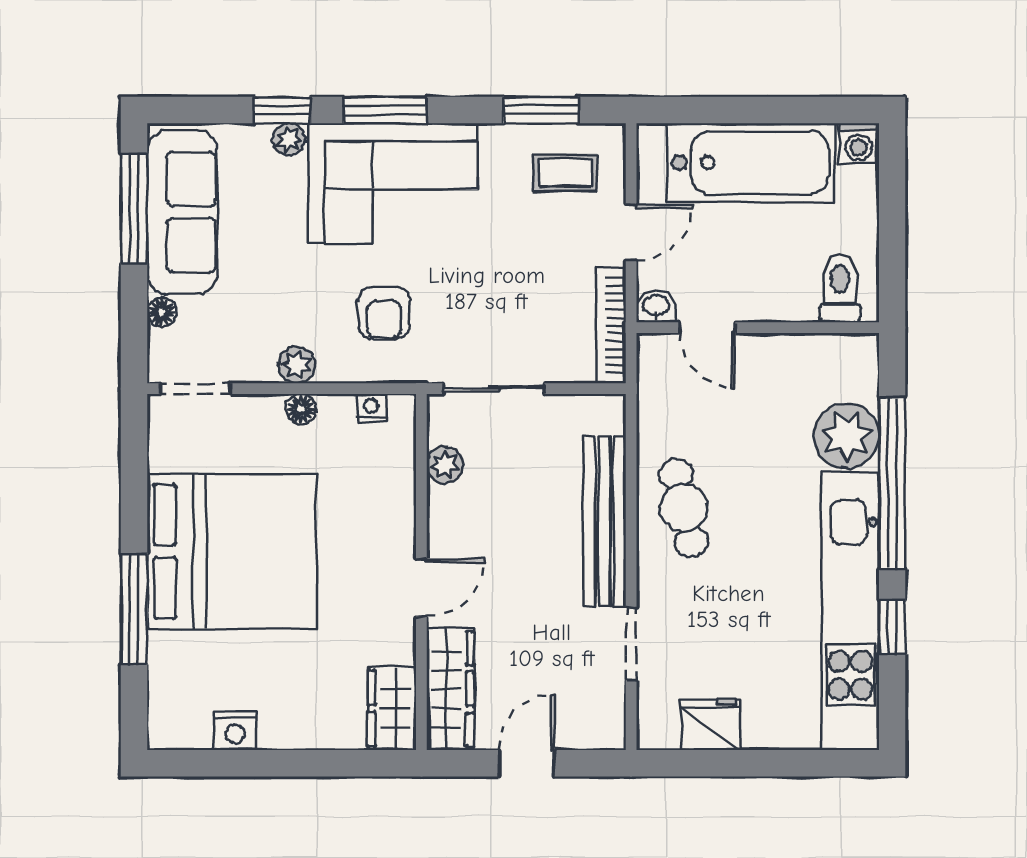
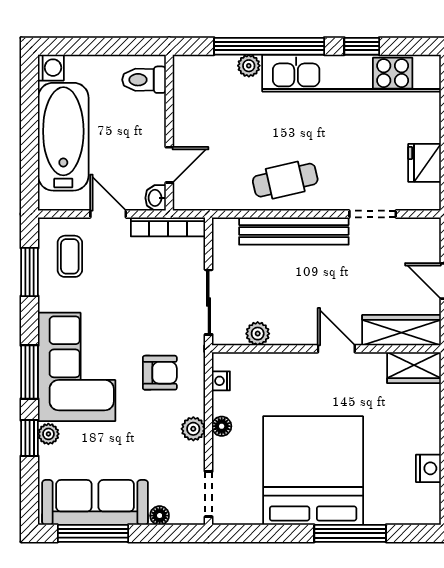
plant: (847, 436) -> (249, 66), width x0.53, depth x0.53

